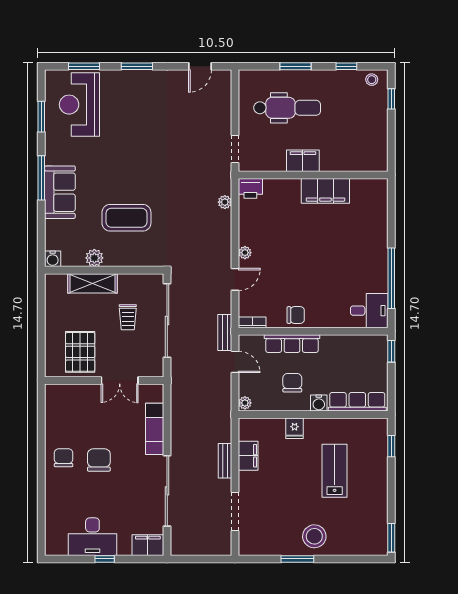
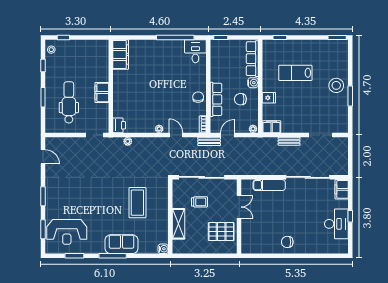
filing cabinet: (325, 191) -> (121, 54), moved
plant: (94, 258) -> (163, 223), removed
filing cabinet: (248, 456) -> (272, 127), moved
chair: (99, 460) -> (289, 220), removed

